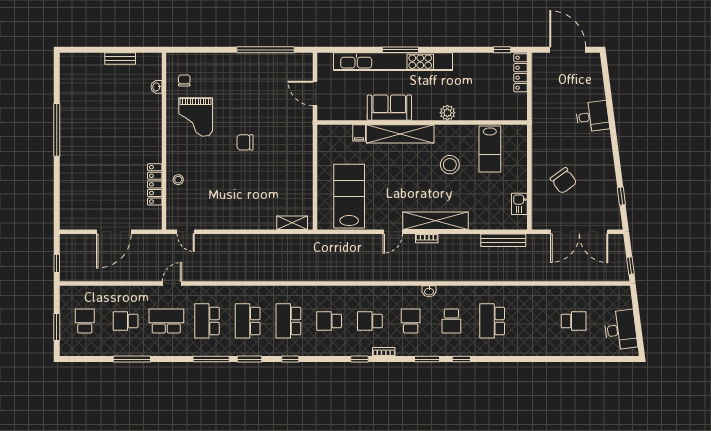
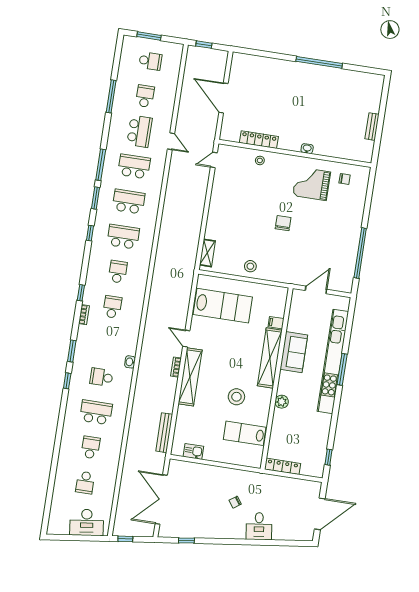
locker: (521, 73) -> (283, 466), moved
washbasin: (157, 87) -> (307, 149), moved
stool: (300, 172) -> (250, 266), added
chair: (564, 181) -> (235, 502), moved, width x0.54, depth x0.54
school desk: (411, 321) -> (91, 447), moved, turned -90
desk: (621, 330) -> (87, 522), moved

